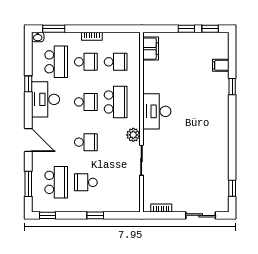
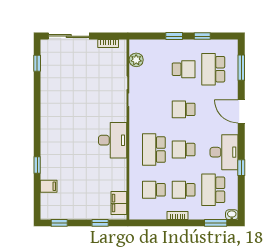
window: (186, 29) -> (100, 223), moved
plant: (133, 135) -> (136, 60), moved
window: (48, 215) -> (202, 36), moved
sliding door: (201, 215) -> (69, 36), width x1.37

